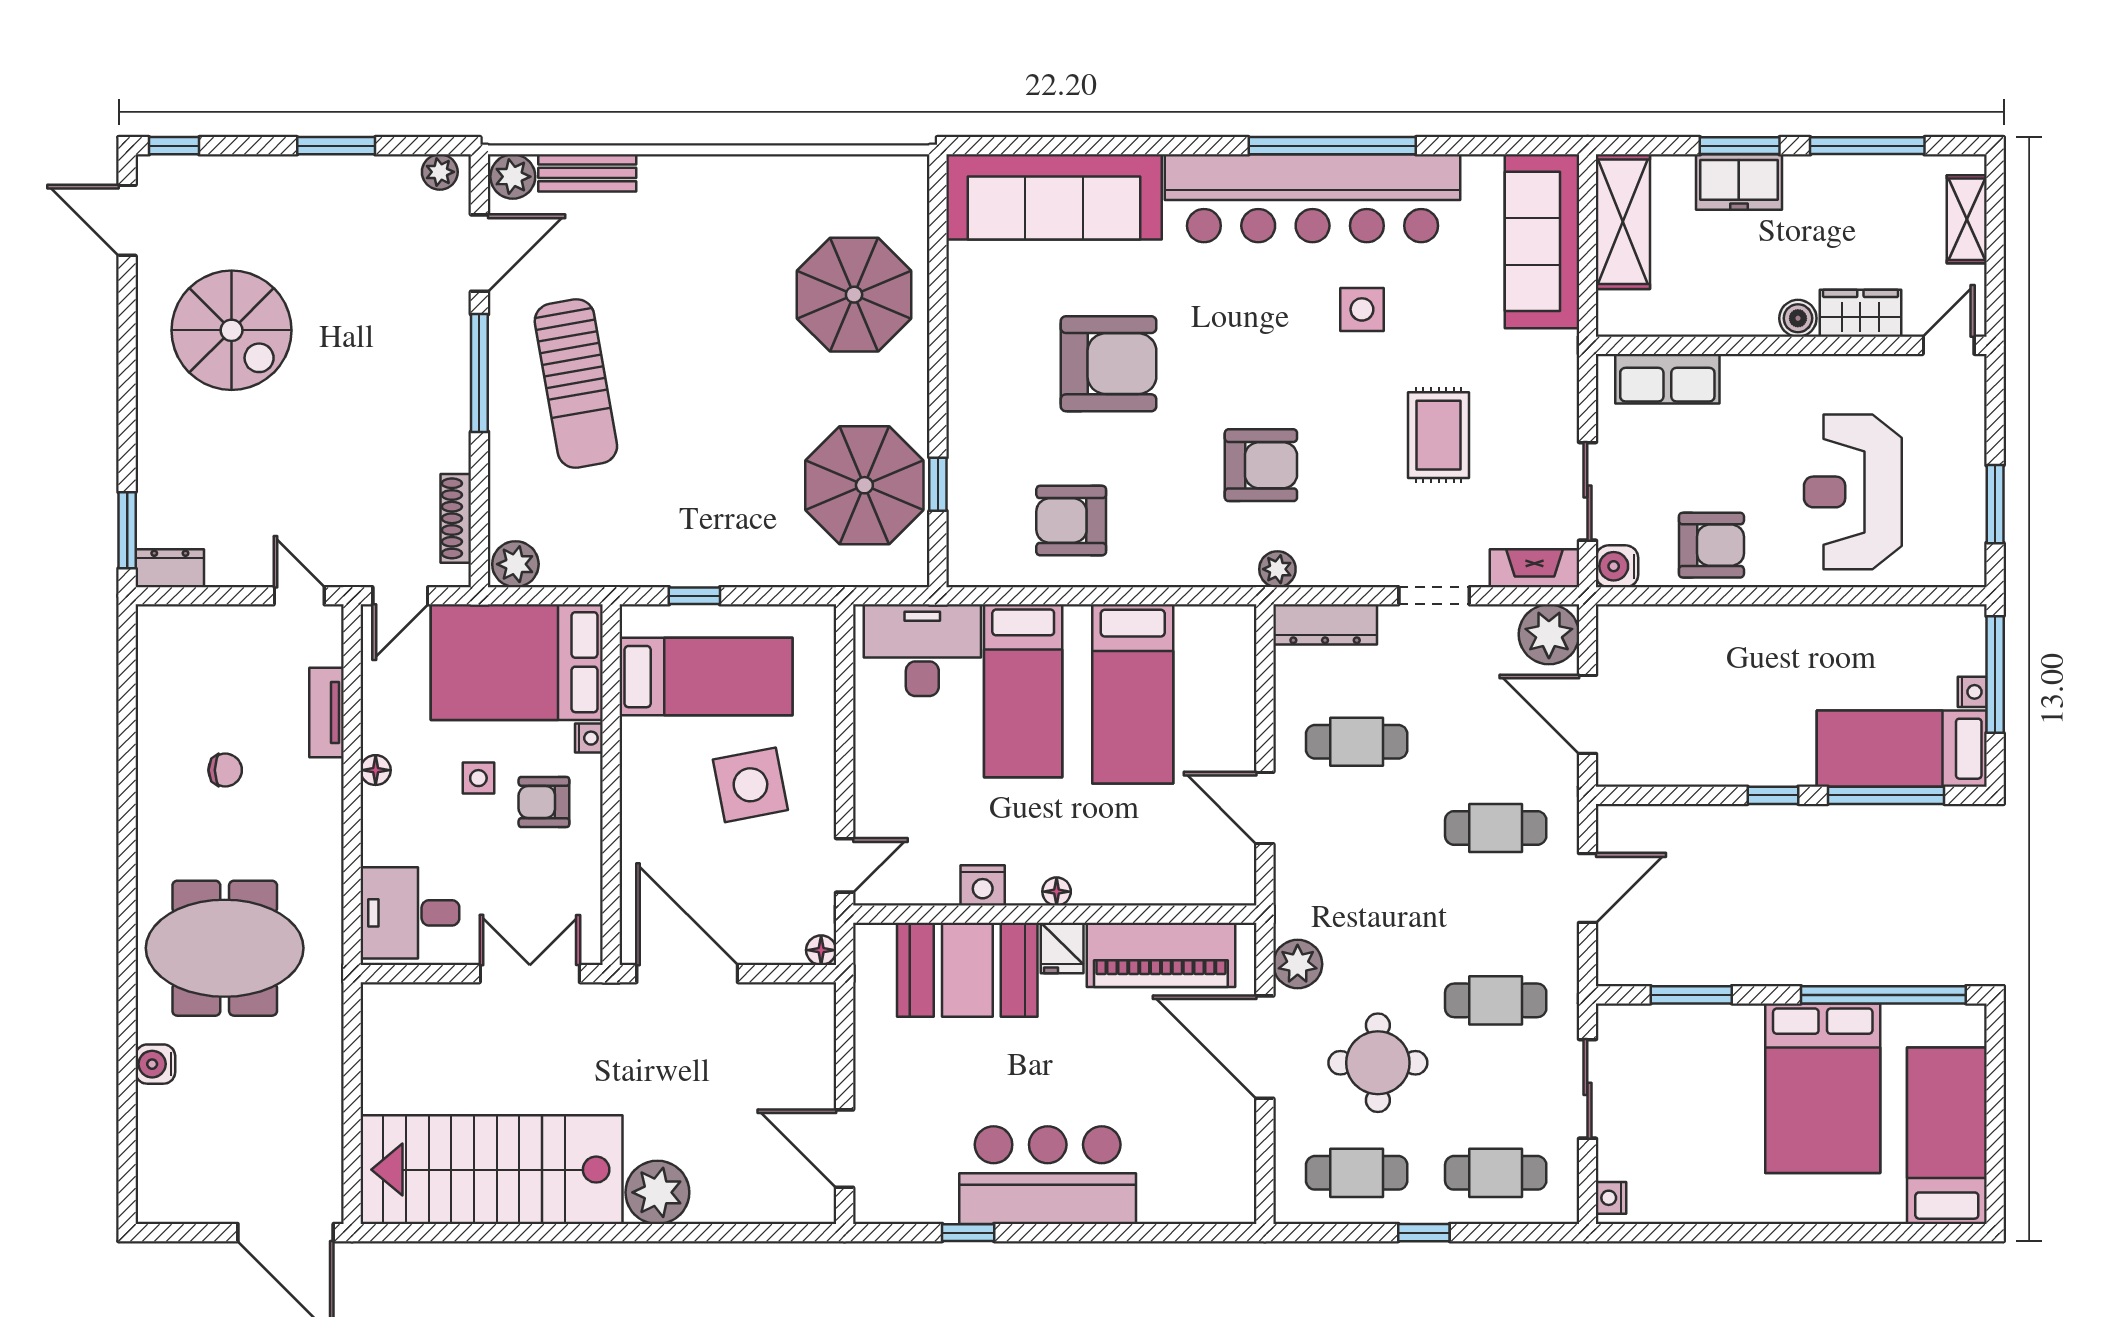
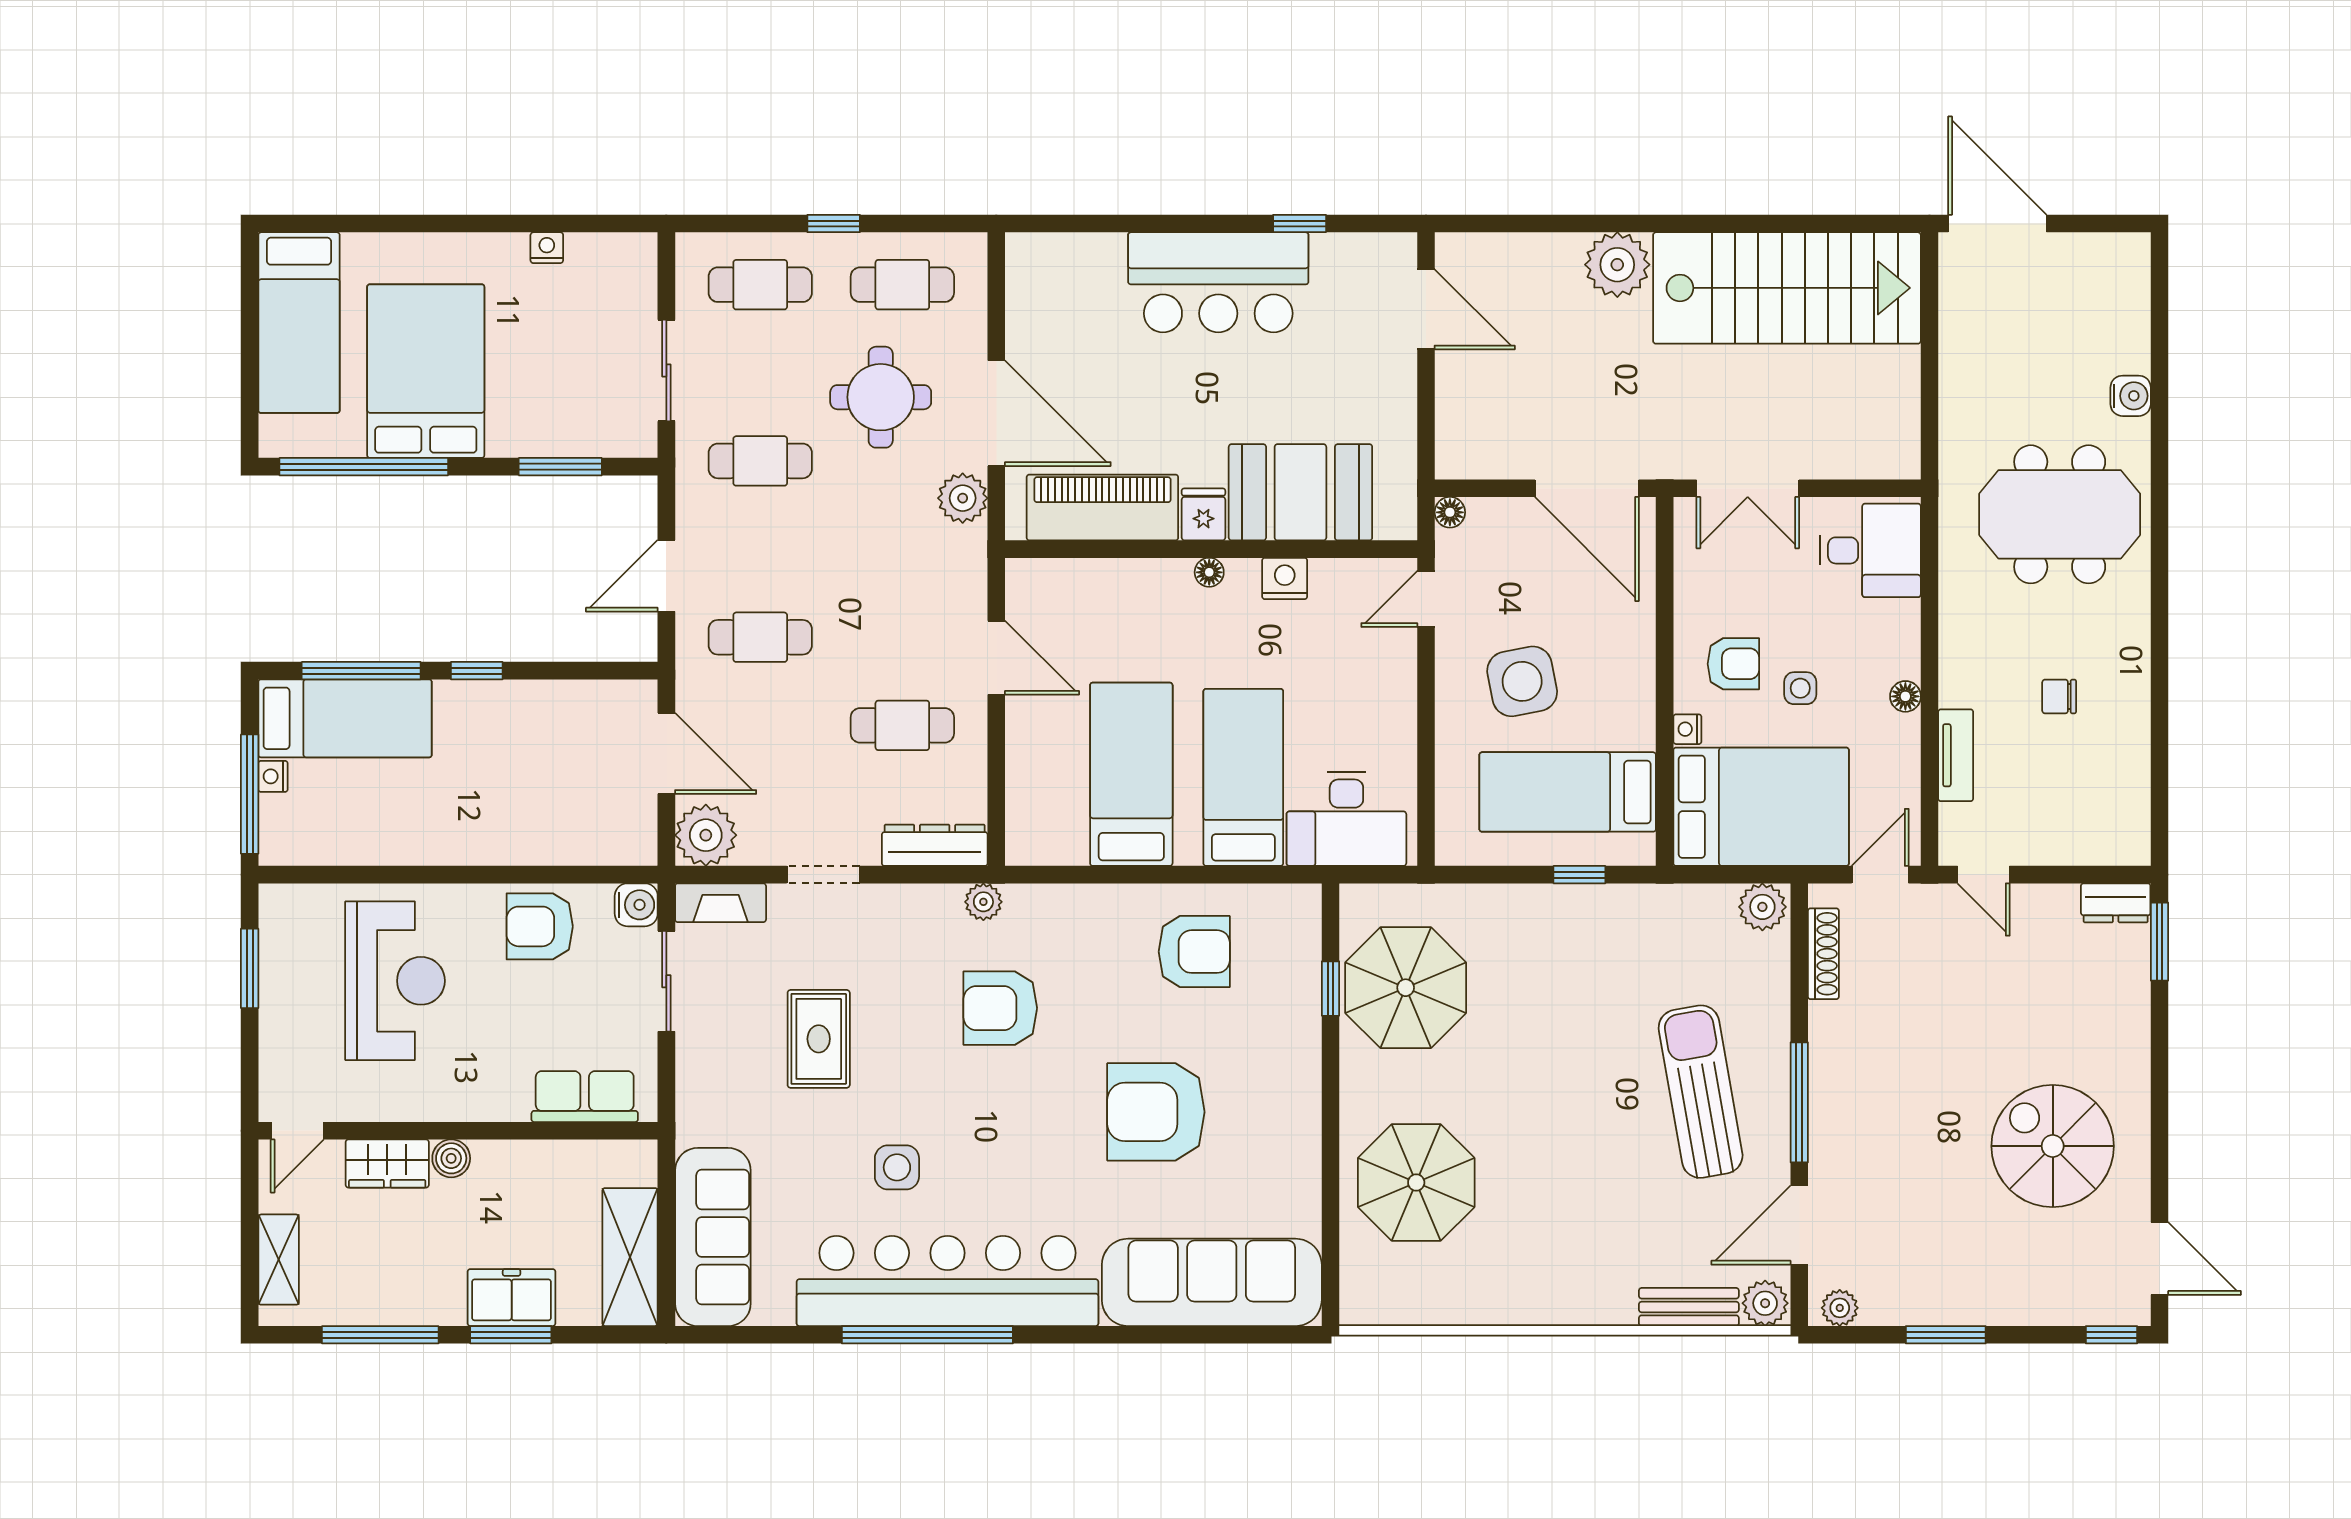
nightstand: (1611, 1198) -> (547, 248), moved, turned -90

